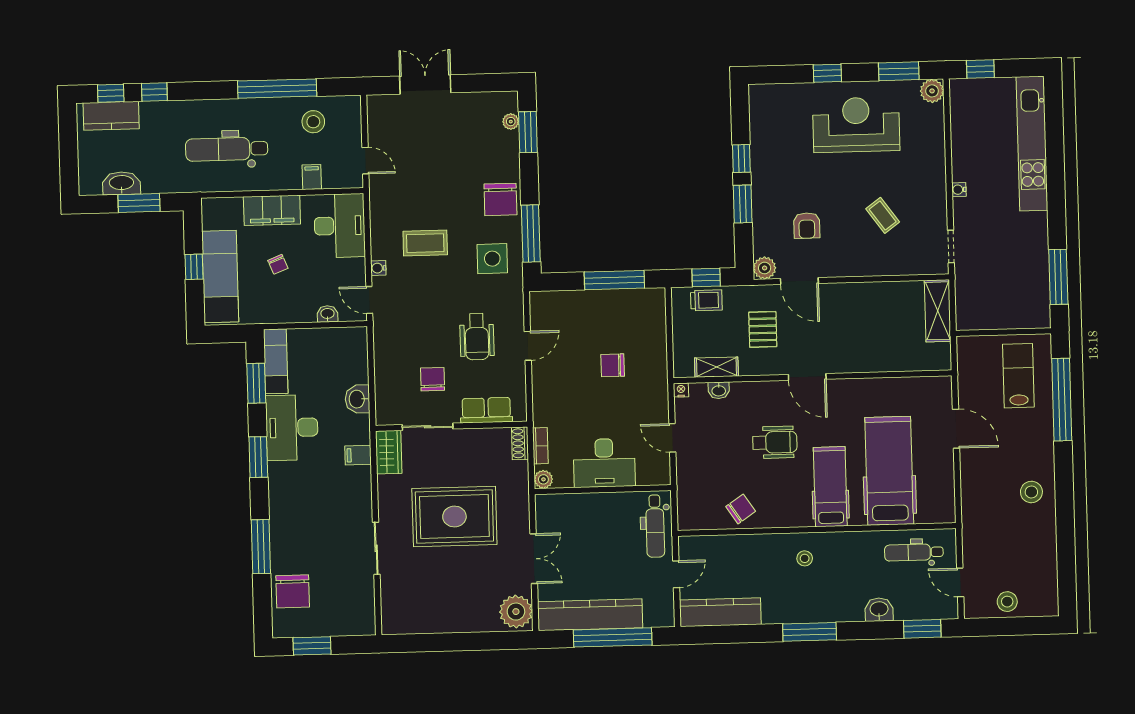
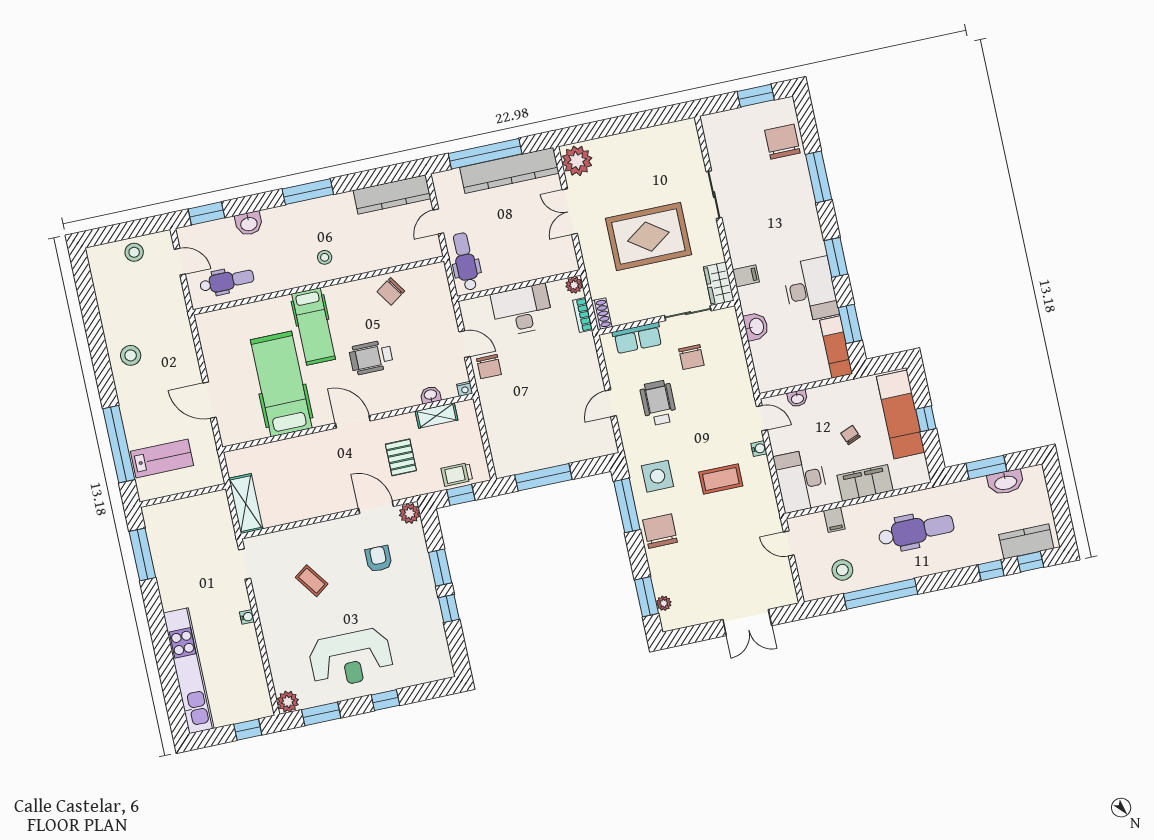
chair: (613, 365) -> (489, 367), moved, turned 90
lab bench: (1018, 376) -> (162, 458), turned -90
hospital bed: (889, 471) -> (281, 384), moved, turned 180

